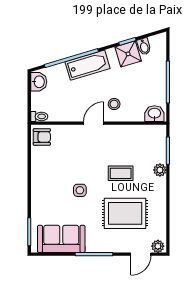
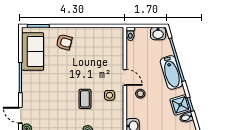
armchair: (42, 137) -> (64, 42), moved, turned -75
side table: (80, 190) -> (110, 95), moved
rug: (125, 213) -> (53, 102), removed

